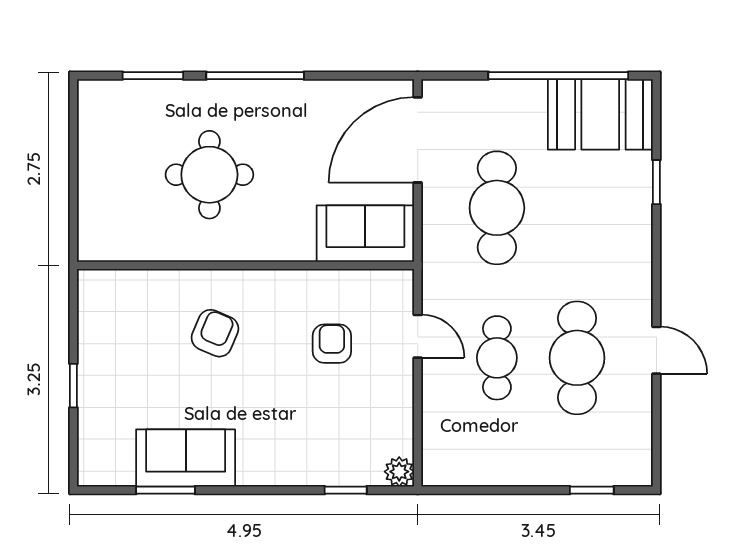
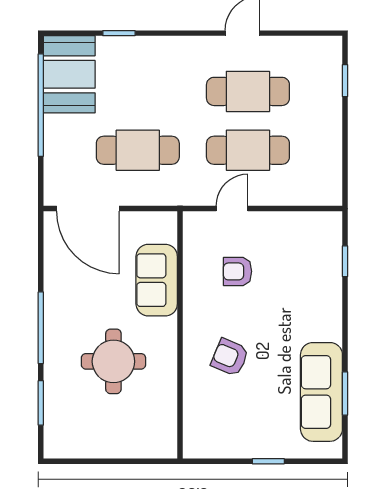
sofa: (365, 234) -> (157, 280), moved
cafe table: (497, 358) -> (248, 150), width x1.37, depth x1.35
sofa: (186, 458) -> (321, 392), width x1.36
plant: (399, 472) -> (332, 222), removed

